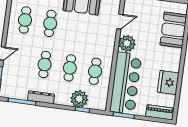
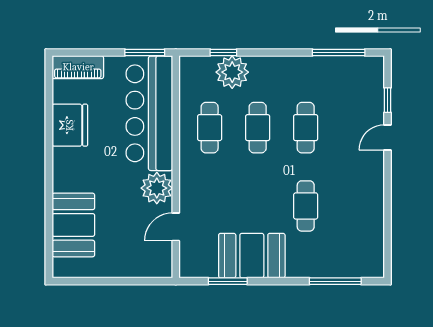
cafe table: (25, 20) -> (354, 206), removed
dresser: (41, 97) -> (304, 65), removed

